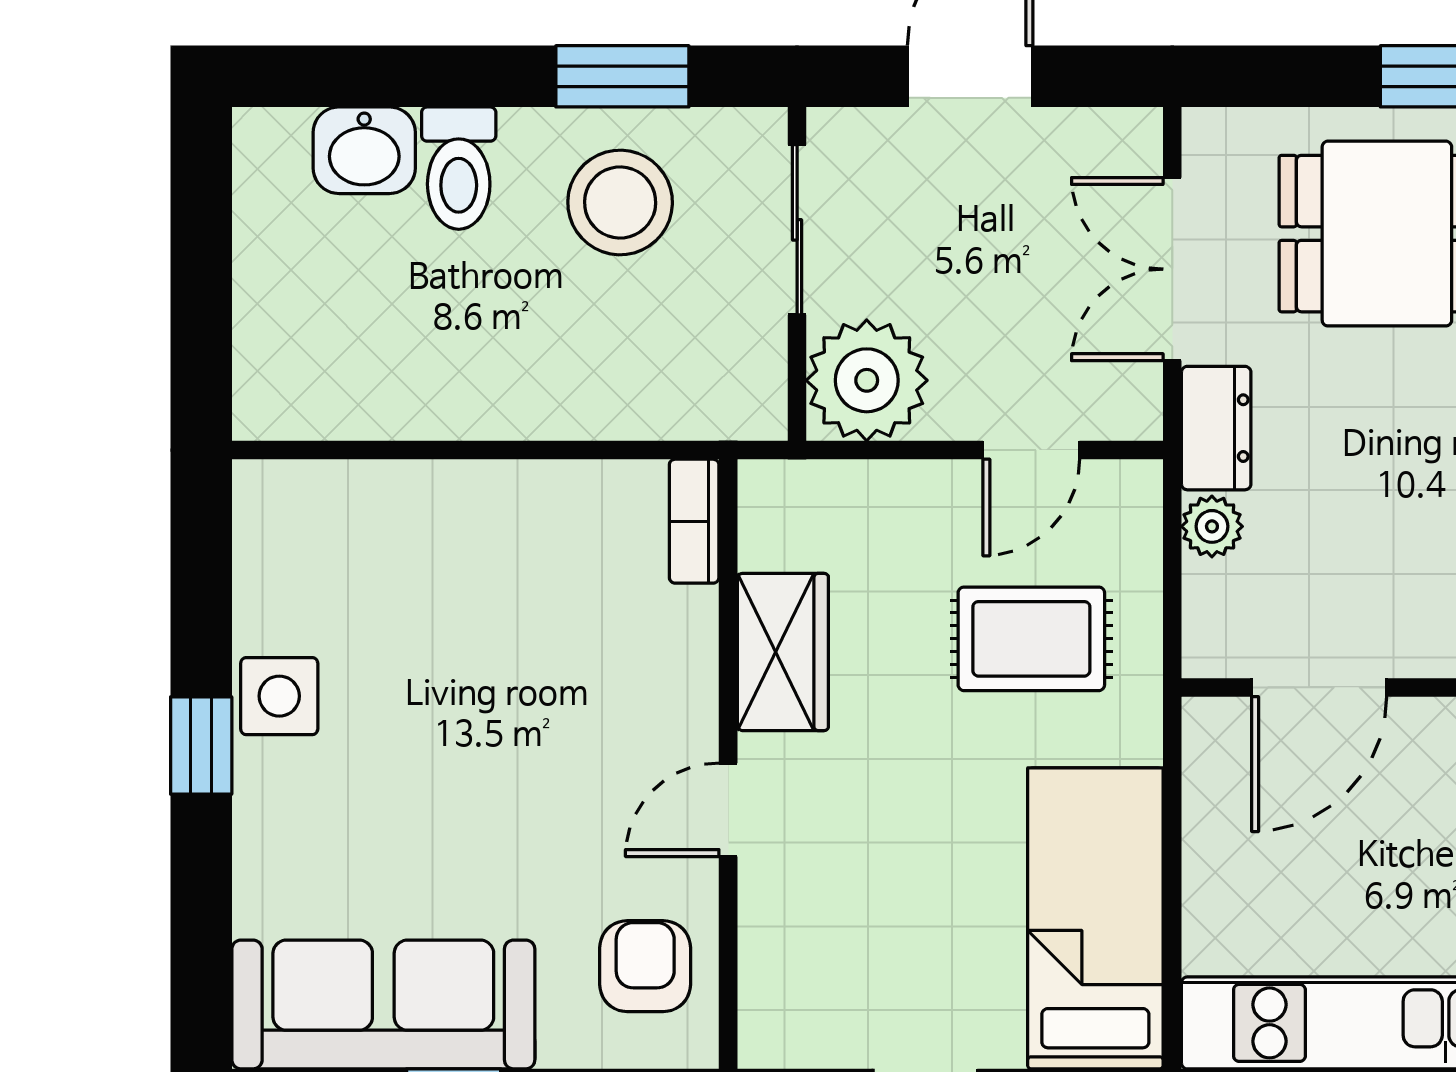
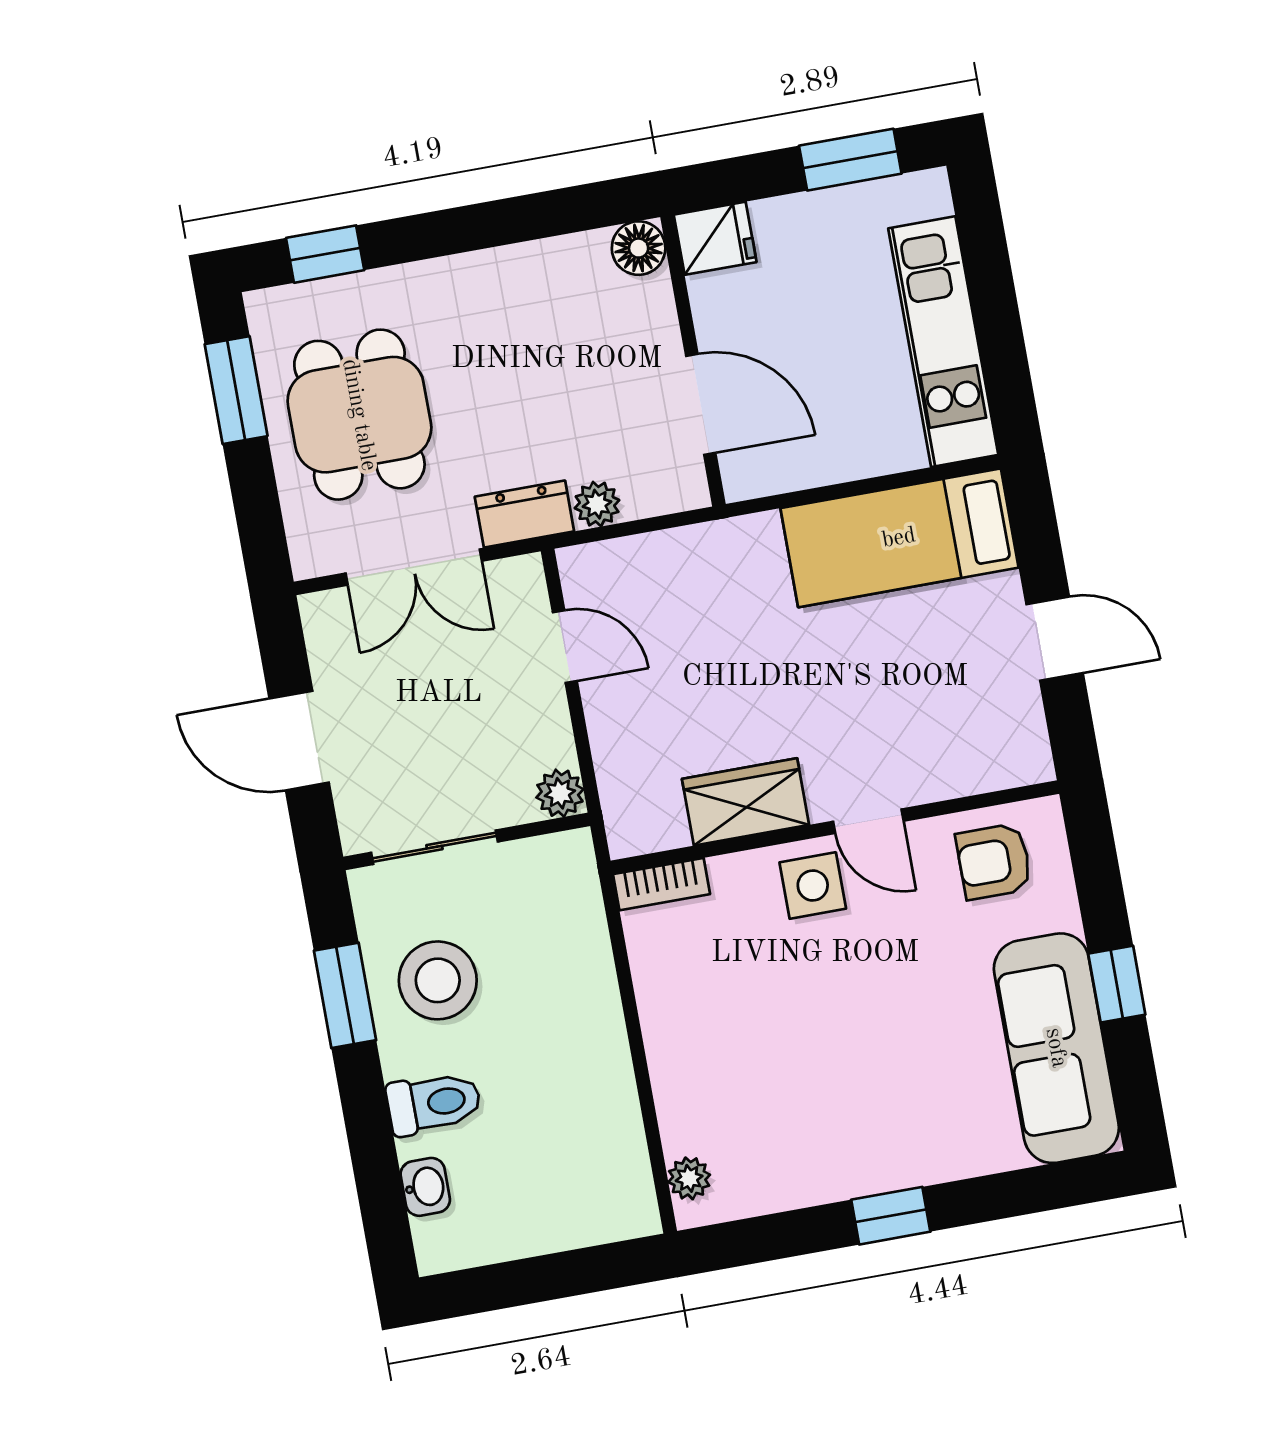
washbasin: (364, 150) -> (425, 1187), width x0.72, depth x0.69
plant: (867, 380) -> (560, 793), width x0.53, depth x0.53
plant: (299, 488) -> (689, 1178), added
rug: (1031, 639) -> (703, 622), removed
side table: (279, 696) -> (813, 885), moved

